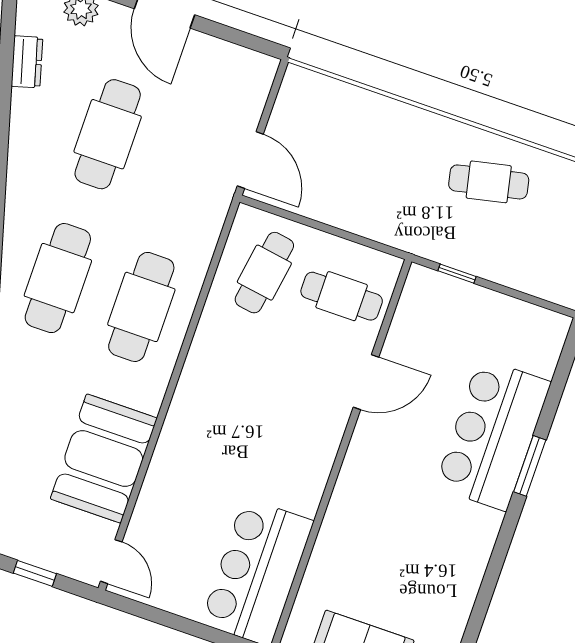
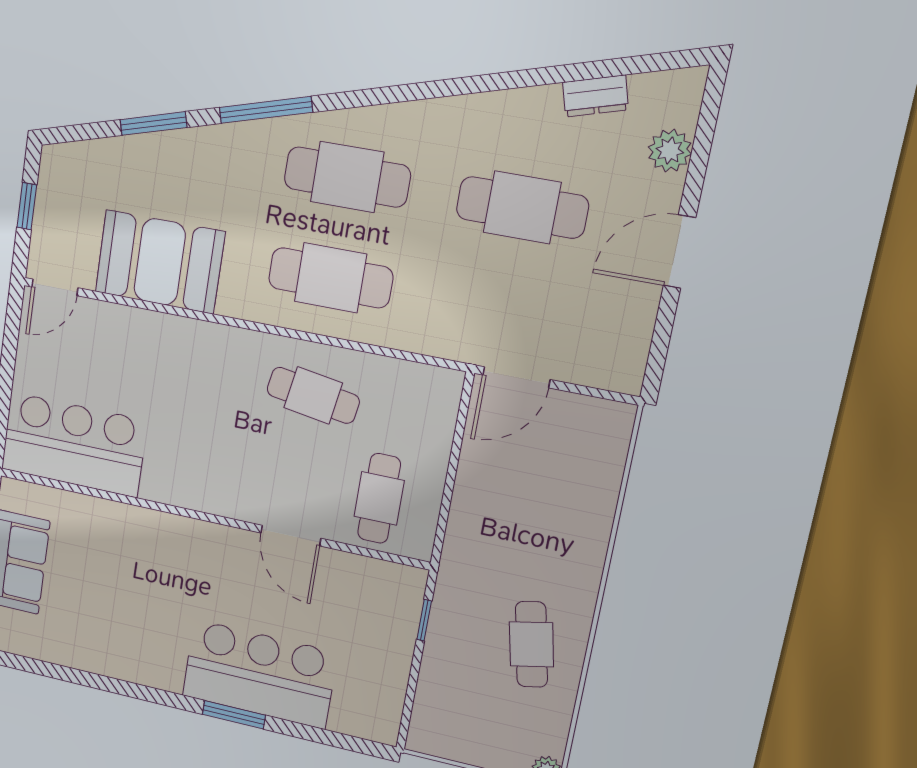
cafe table: (264, 273) -> (313, 395), moved

